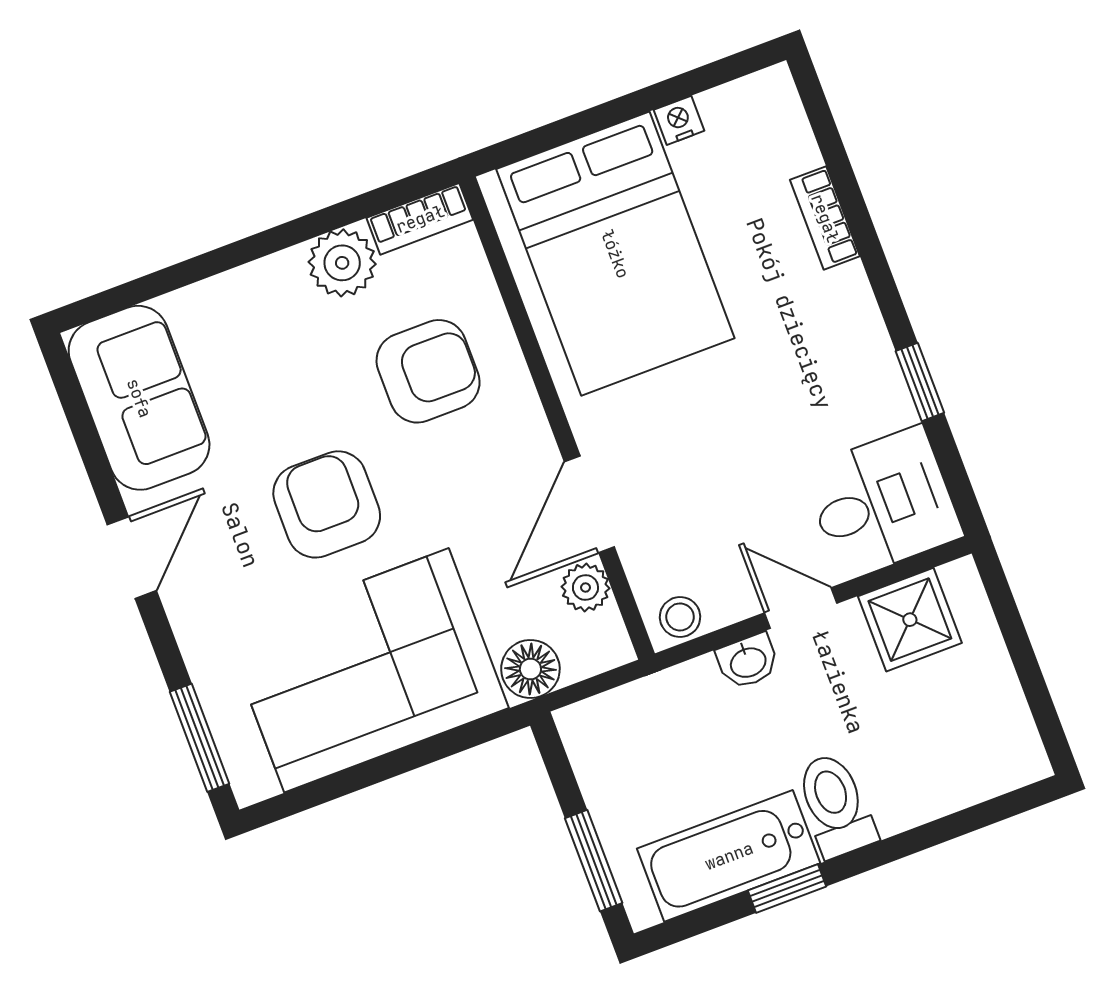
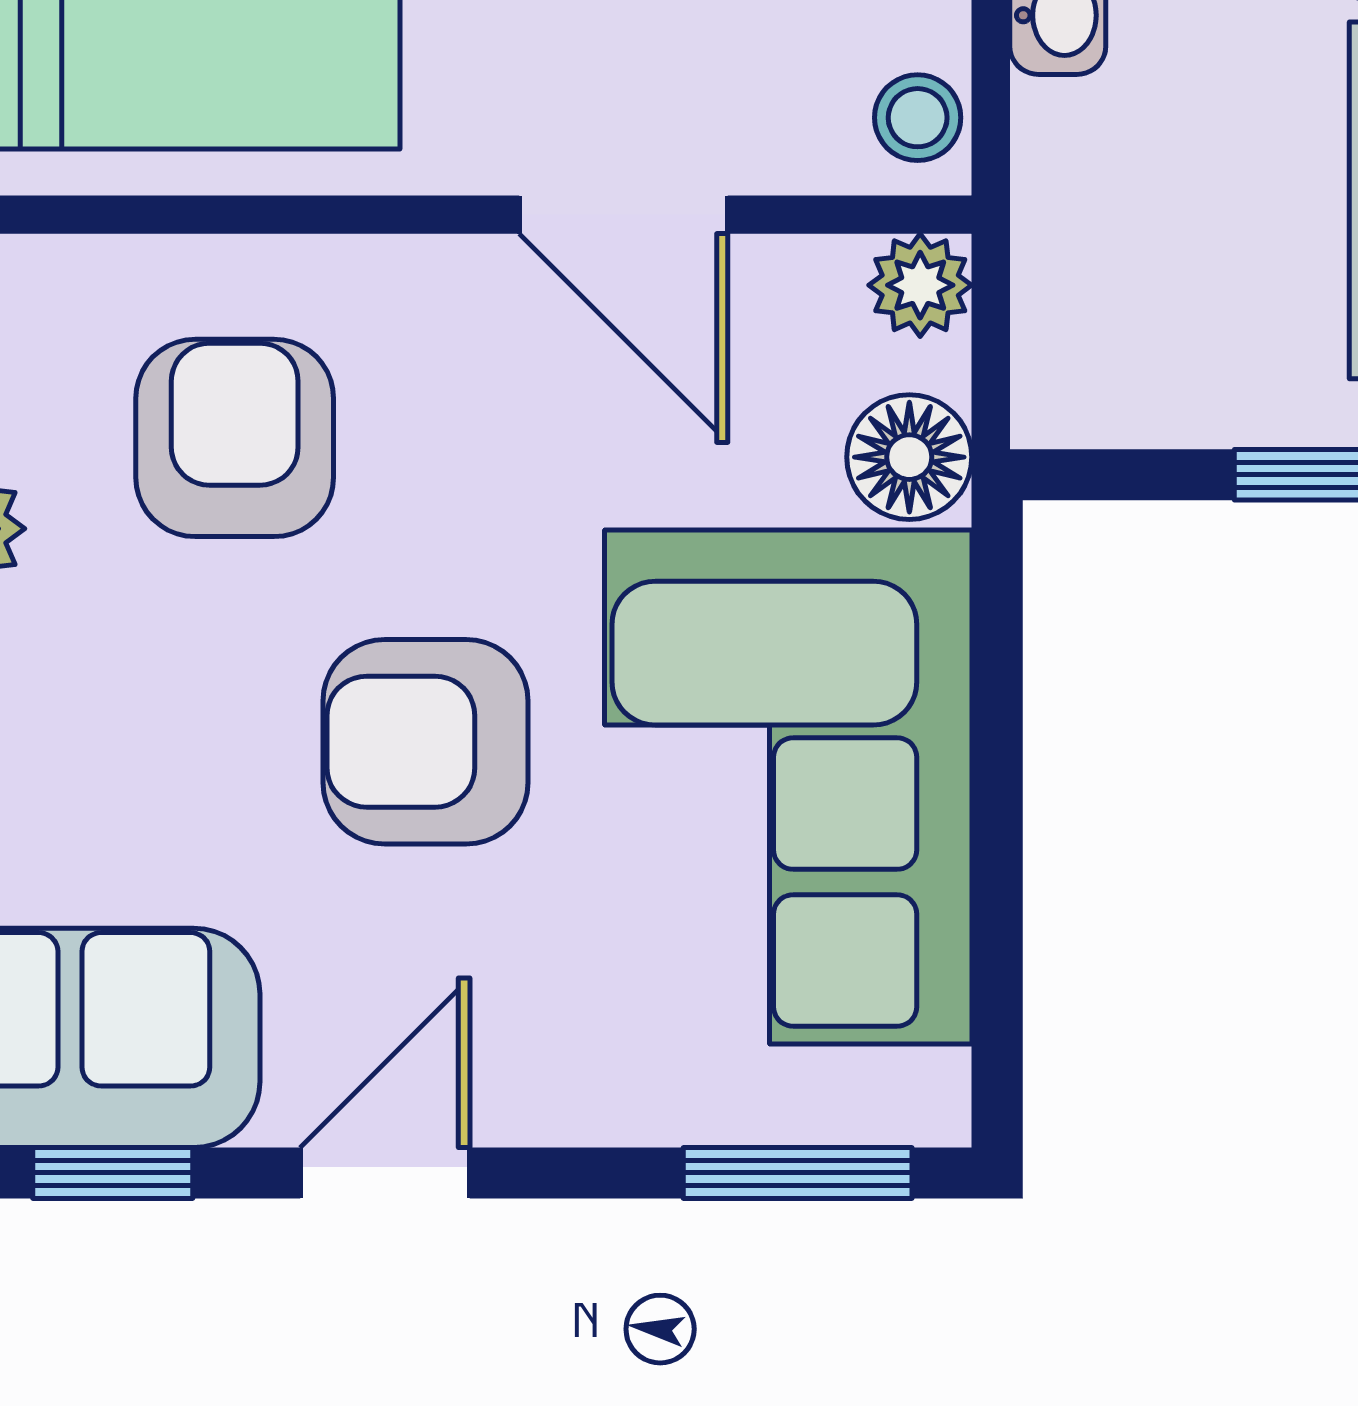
window: (87, 439) -> (113, 1173), added
door: (132, 558) -> (385, 1173), hinge flipped
plant: (585, 587) -> (920, 285), moved

